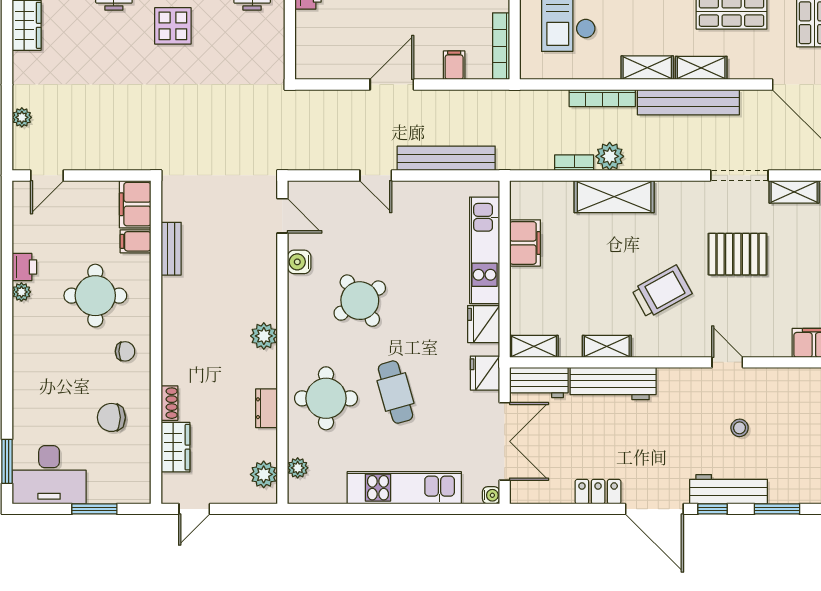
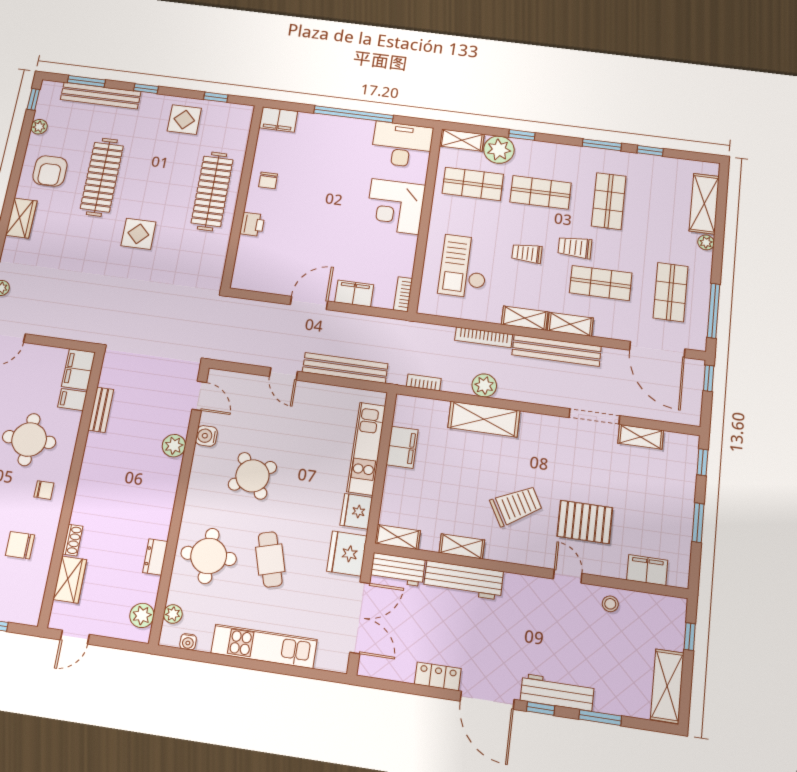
bookcase: (501, 46) -> (403, 294), width x0.64
filing cabinet: (454, 65) -> (354, 293), width x2.00
bookcase: (574, 163) -> (424, 382), moved
pallet: (737, 254) -> (585, 522), moved
plant: (264, 336) -> (174, 446), moved
fridge: (485, 373) -> (347, 554), width x1.36, depth x1.34
stool: (740, 428) -> (610, 604), moved
water cooler: (491, 495) -> (188, 642), moved, turned 90

